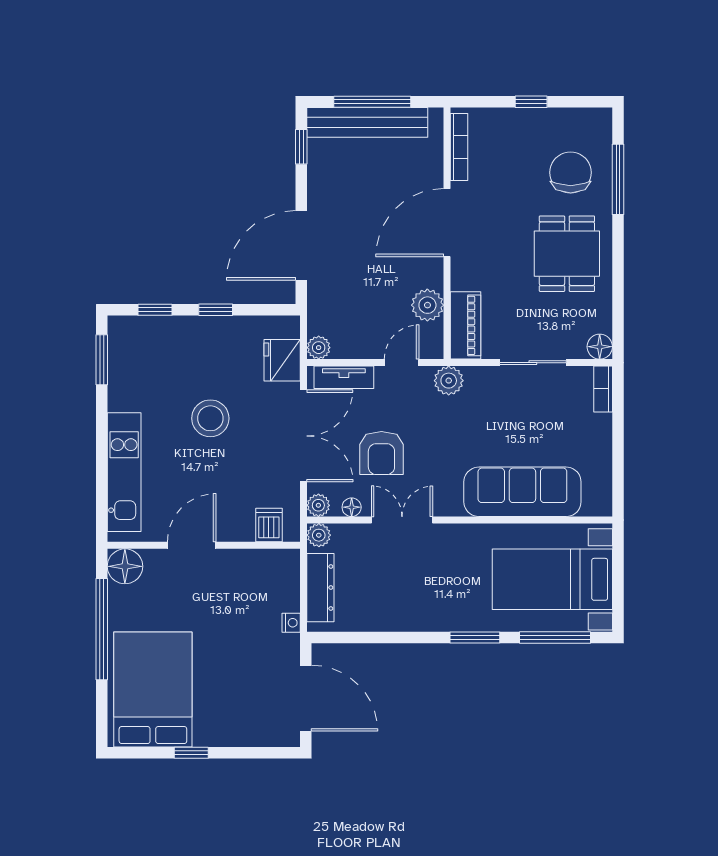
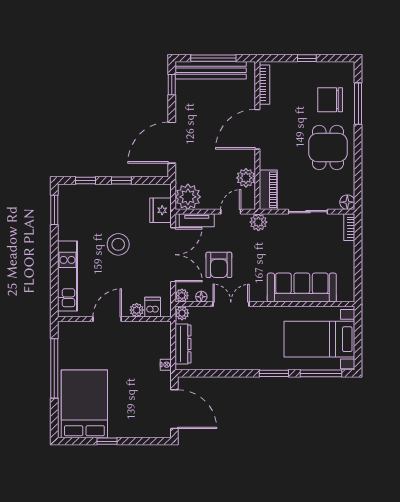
chair: (571, 172) -> (330, 100), turned -90
plant: (319, 348) -> (188, 197), width x1.87, depth x1.87
plant: (242, 530) -> (137, 310), added
floor lamp: (125, 566) -> (68, 331), removed

